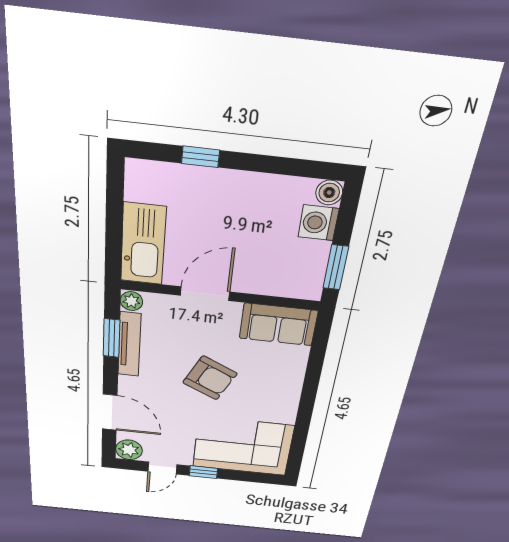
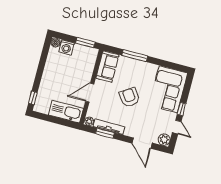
window: (201, 157) -> (33, 98), moved
door: (205, 294) -> (90, 93), hinge flipped
window: (312, 377) -> (135, 56), added
armchair: (210, 378) -> (130, 97), turned -61
door: (110, 412) -> (142, 143), swing flipped

